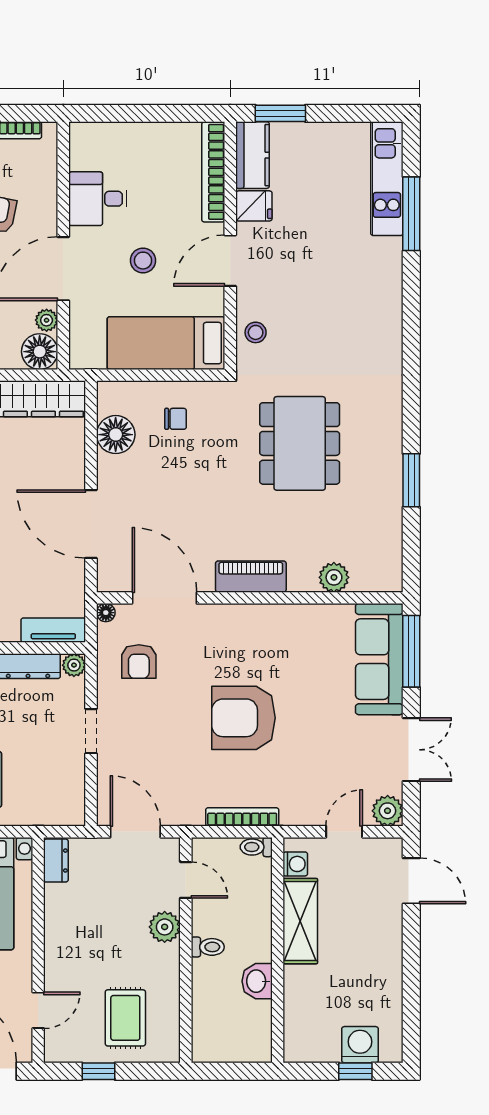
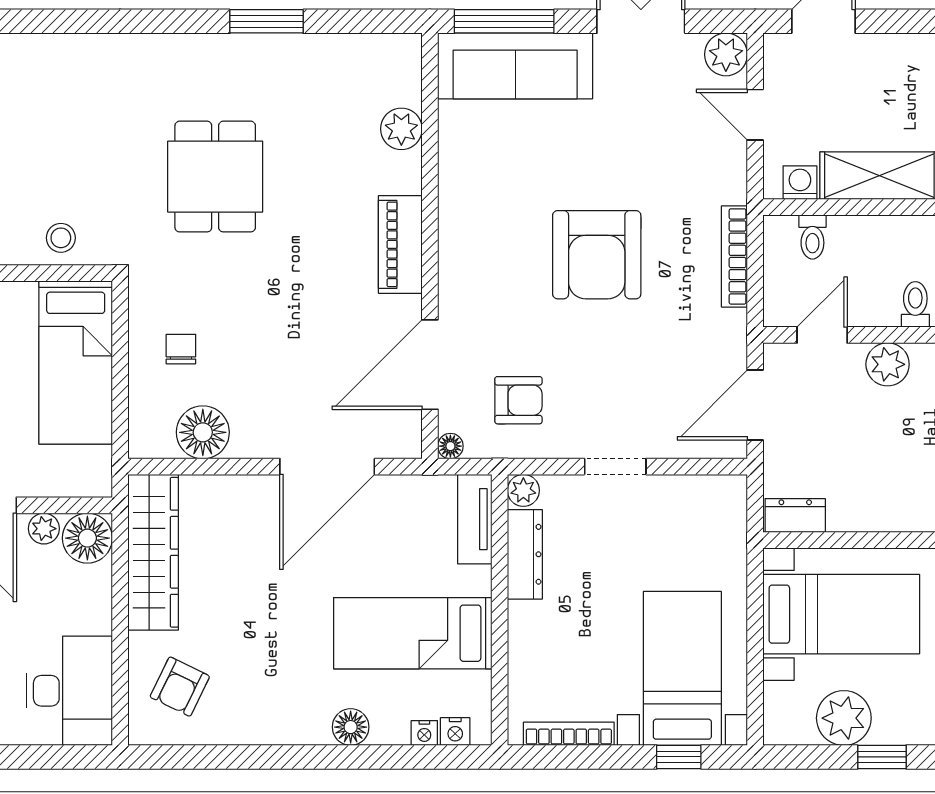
dining table: (300, 443) -> (215, 177), width x0.73
toilet: (256, 847) -> (812, 237), moved

